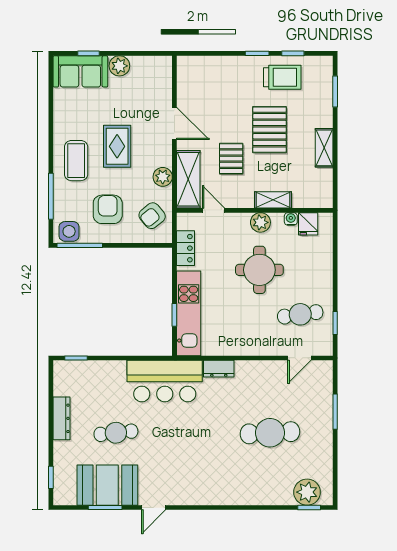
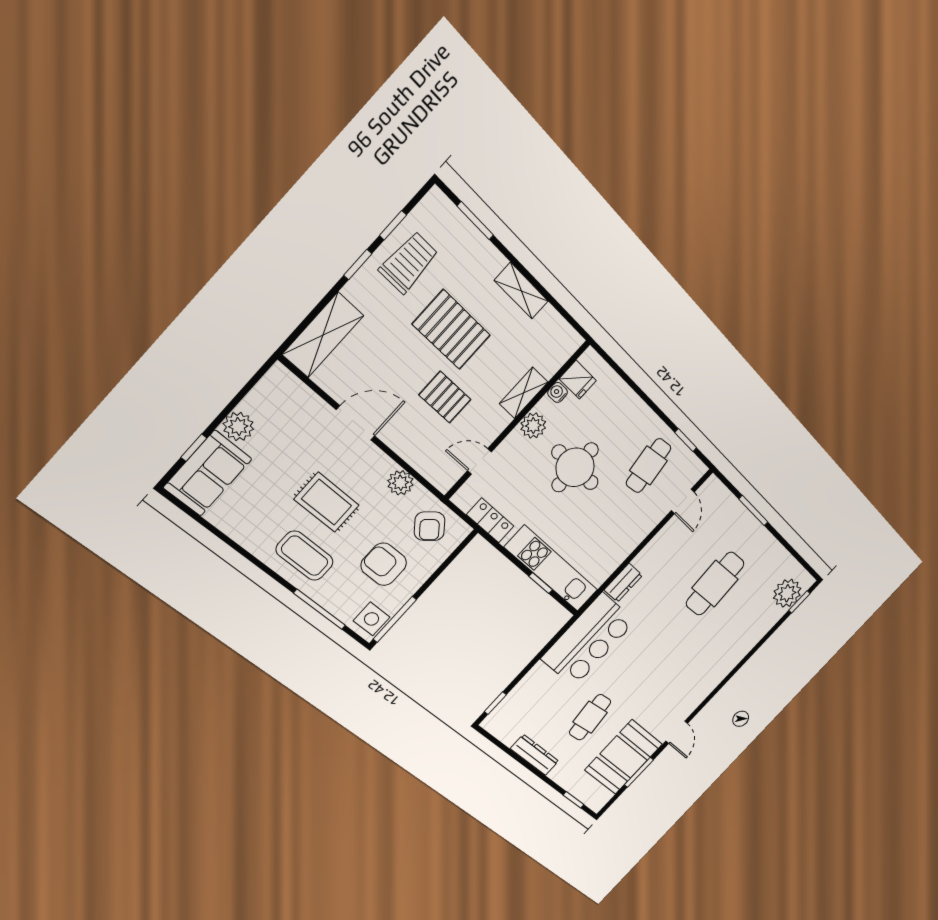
shelving: (188, 179) -> (323, 335), moved, turned 90

